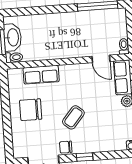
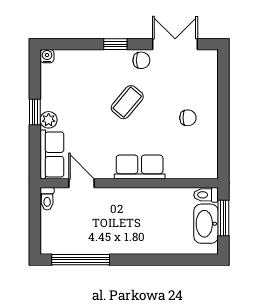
row of seats: (41, 75) -> (140, 167), moved
chair: (31, 110) -> (188, 118), width x0.54, depth x0.54

